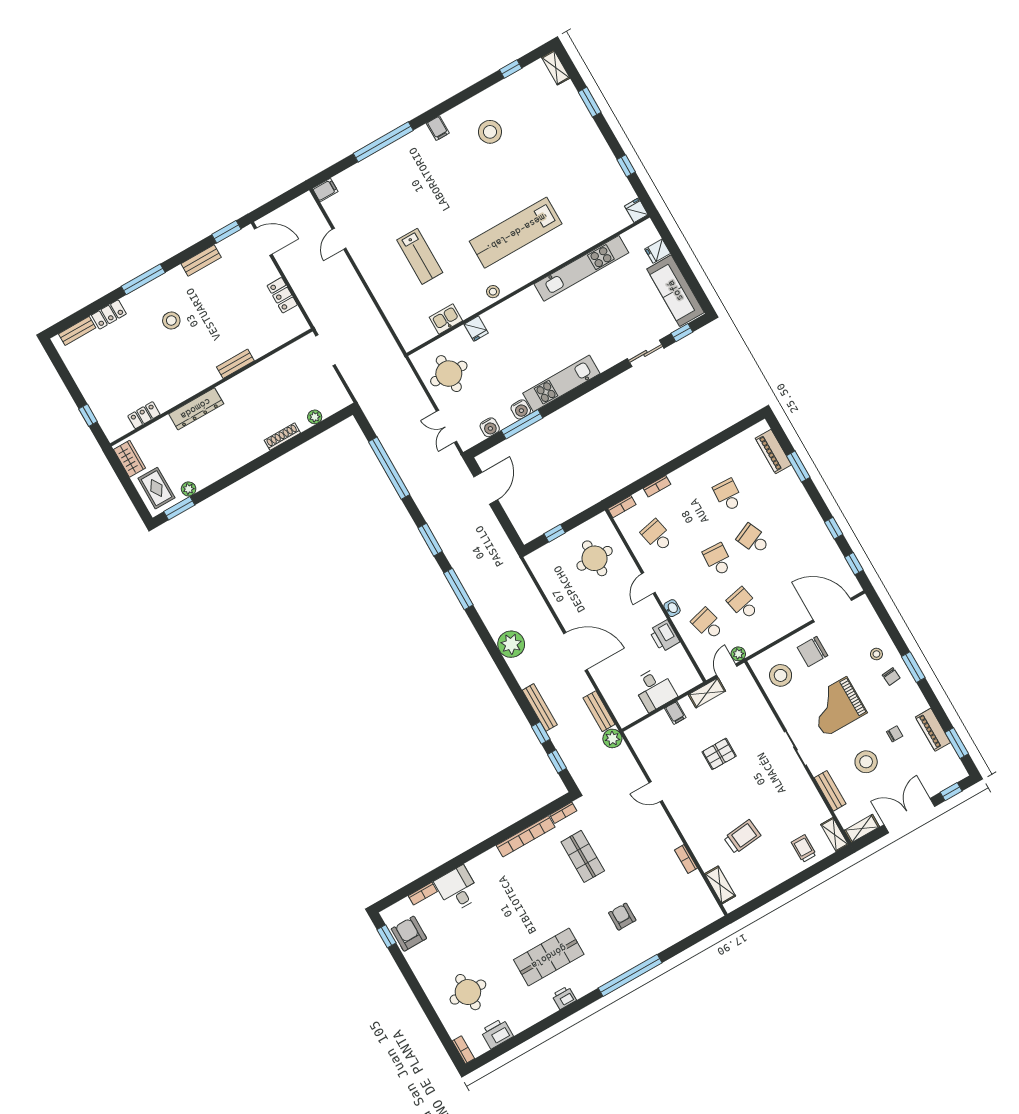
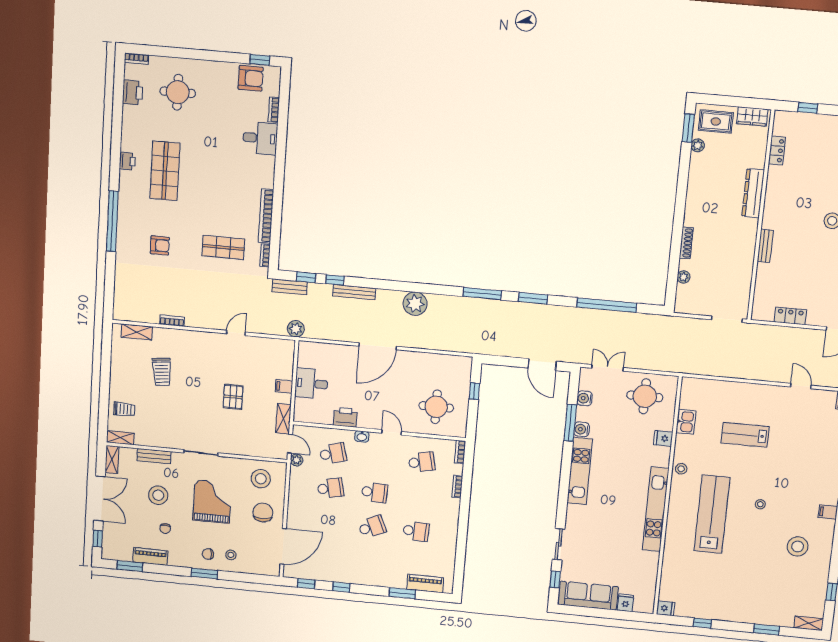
stool: (475, 195) -> (760, 504), added
kitchen unit: (581, 268) -> (656, 509), moved
bench: (599, 711) -> (290, 287), moved

